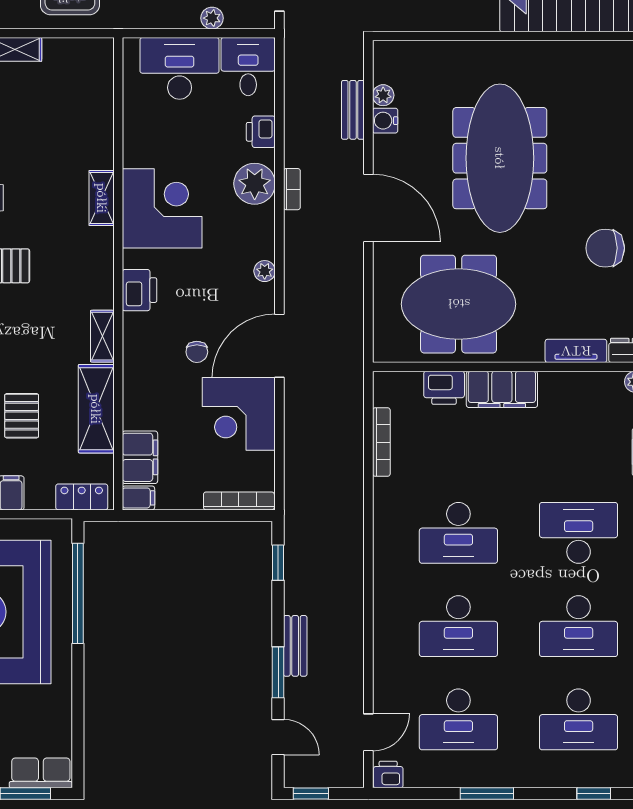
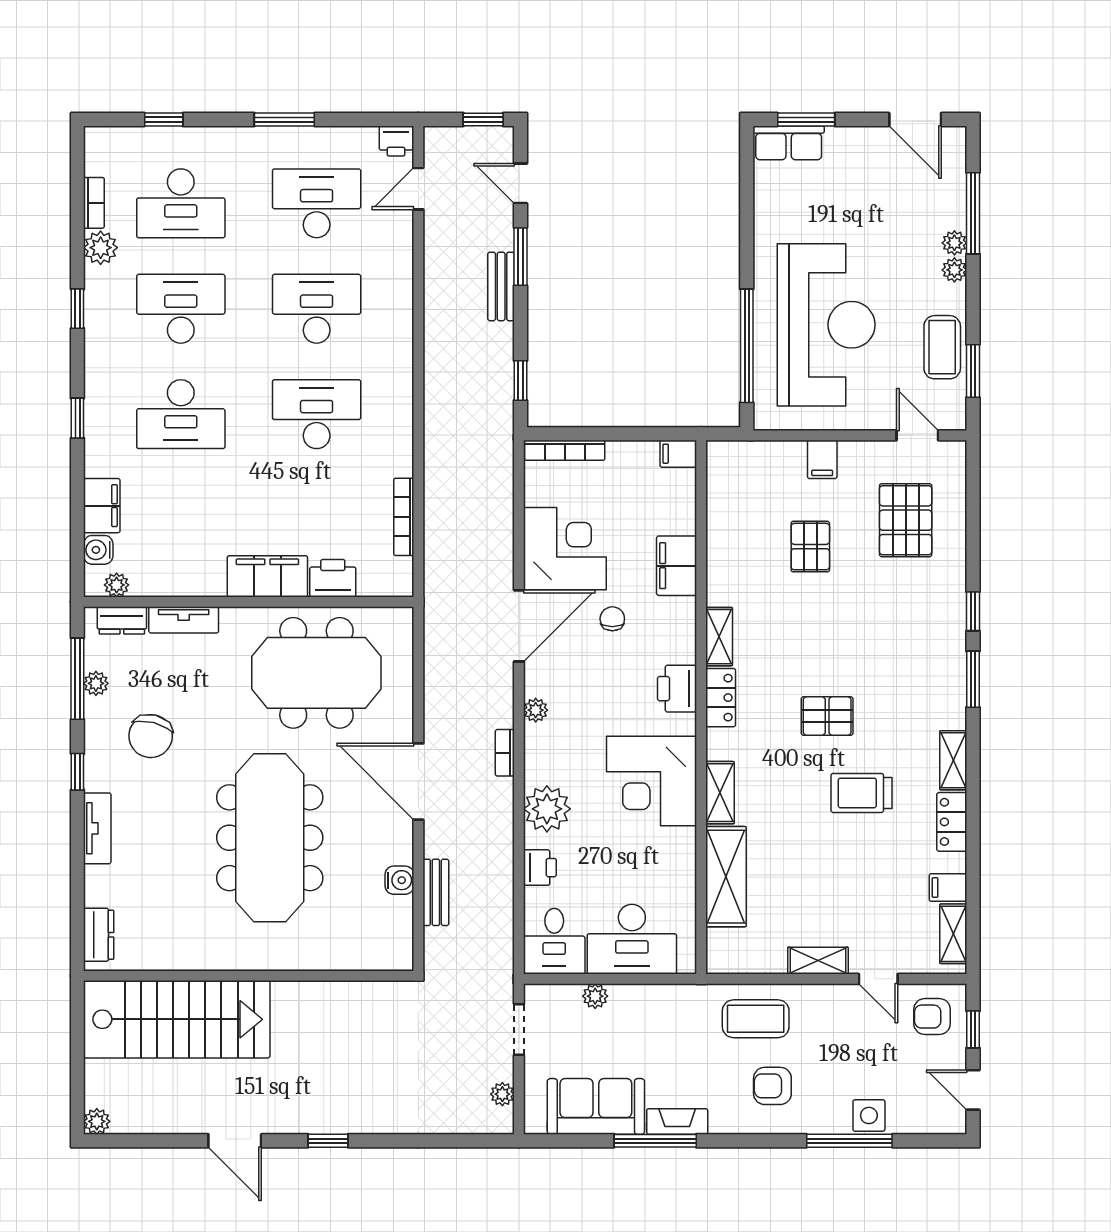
plant: (383, 95) -> (402, 909), removed
bookcase: (292, 189) -> (505, 753), moved
chair: (605, 248) -> (151, 736), turned 104
shelving: (96, 409) -> (726, 877), moved
filing cabinet: (140, 457) -> (677, 566), moved
locker: (82, 497) -> (721, 698), moved, turned -90
desk: (579, 719) -> (181, 203), turned 180

